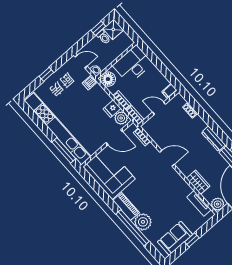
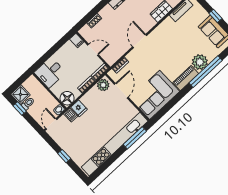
desk: (133, 64) -> (50, 73), width x0.73
door: (159, 108) -> (93, 50), swing flipped
fridge: (112, 109) -> (79, 108), moved

